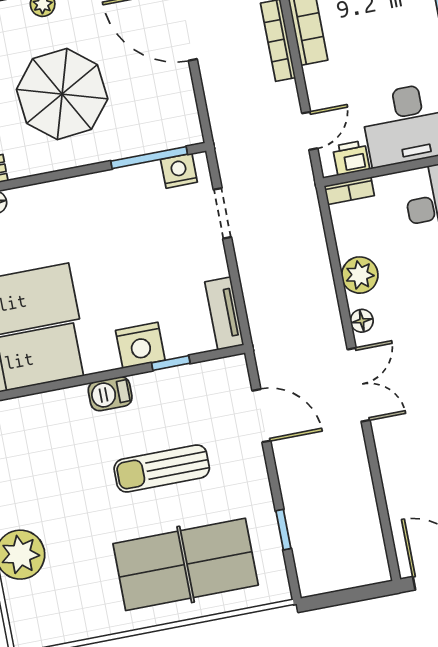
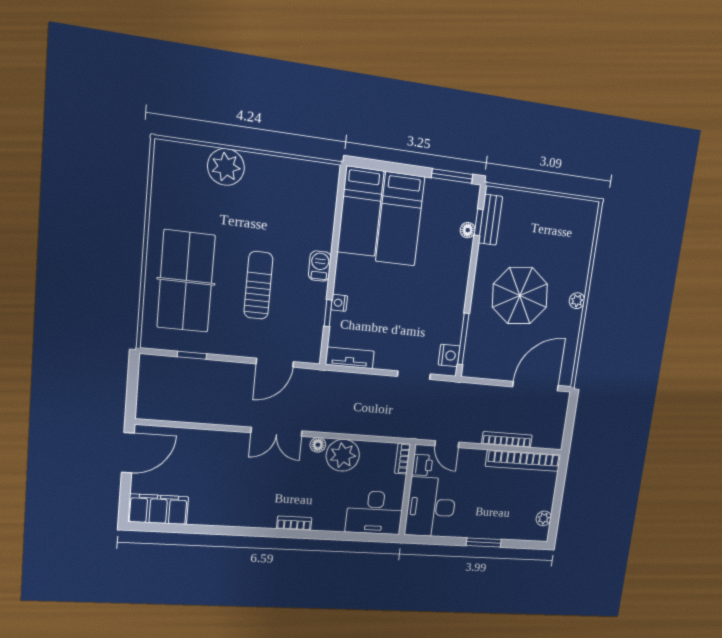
plant: (360, 275) -> (343, 455), width x1.36, depth x1.36
nightstand: (140, 345) -> (339, 303), width x0.53, depth x0.56

